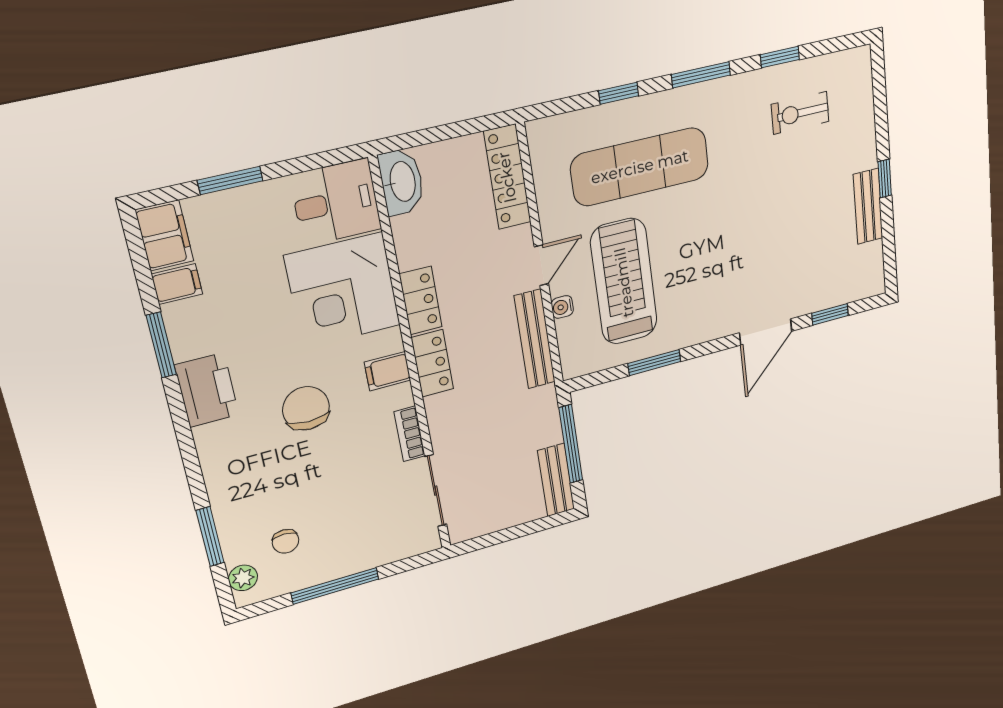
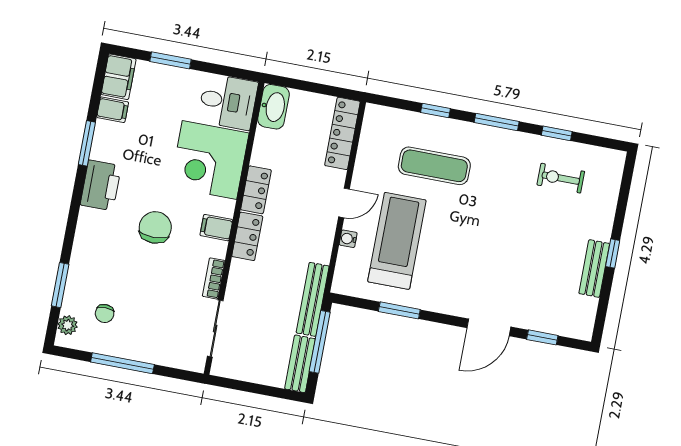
exercise mat: (640, 167) -> (434, 166), width x0.73, depth x0.69
bench: (535, 339) -> (313, 299), moved

